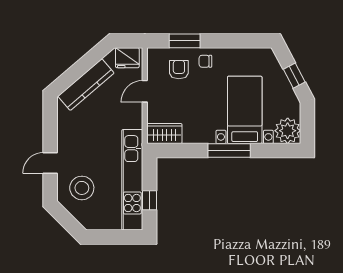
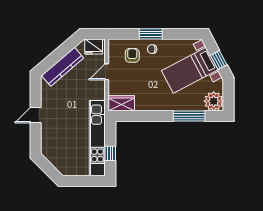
window: (185, 41) -> (151, 34), moved
bed with nightstands: (245, 110) -> (190, 70), moved, turned -118
window: (229, 150) -> (189, 116), moved
door: (50, 163) -> (36, 115), moved
stool: (82, 188) -> (59, 144), removed

